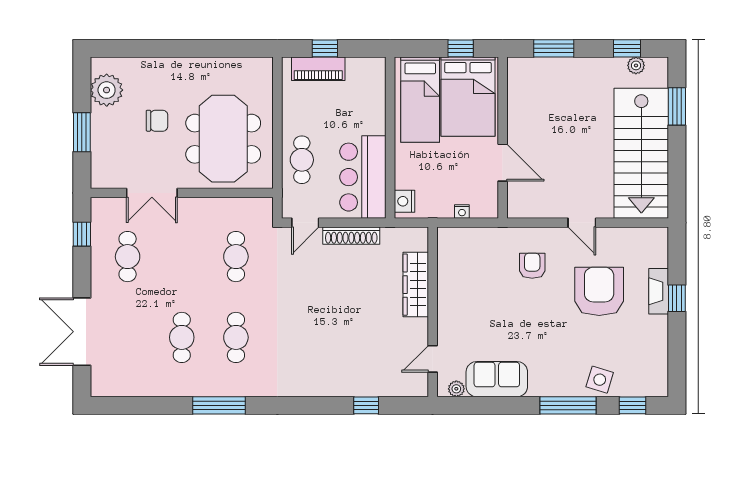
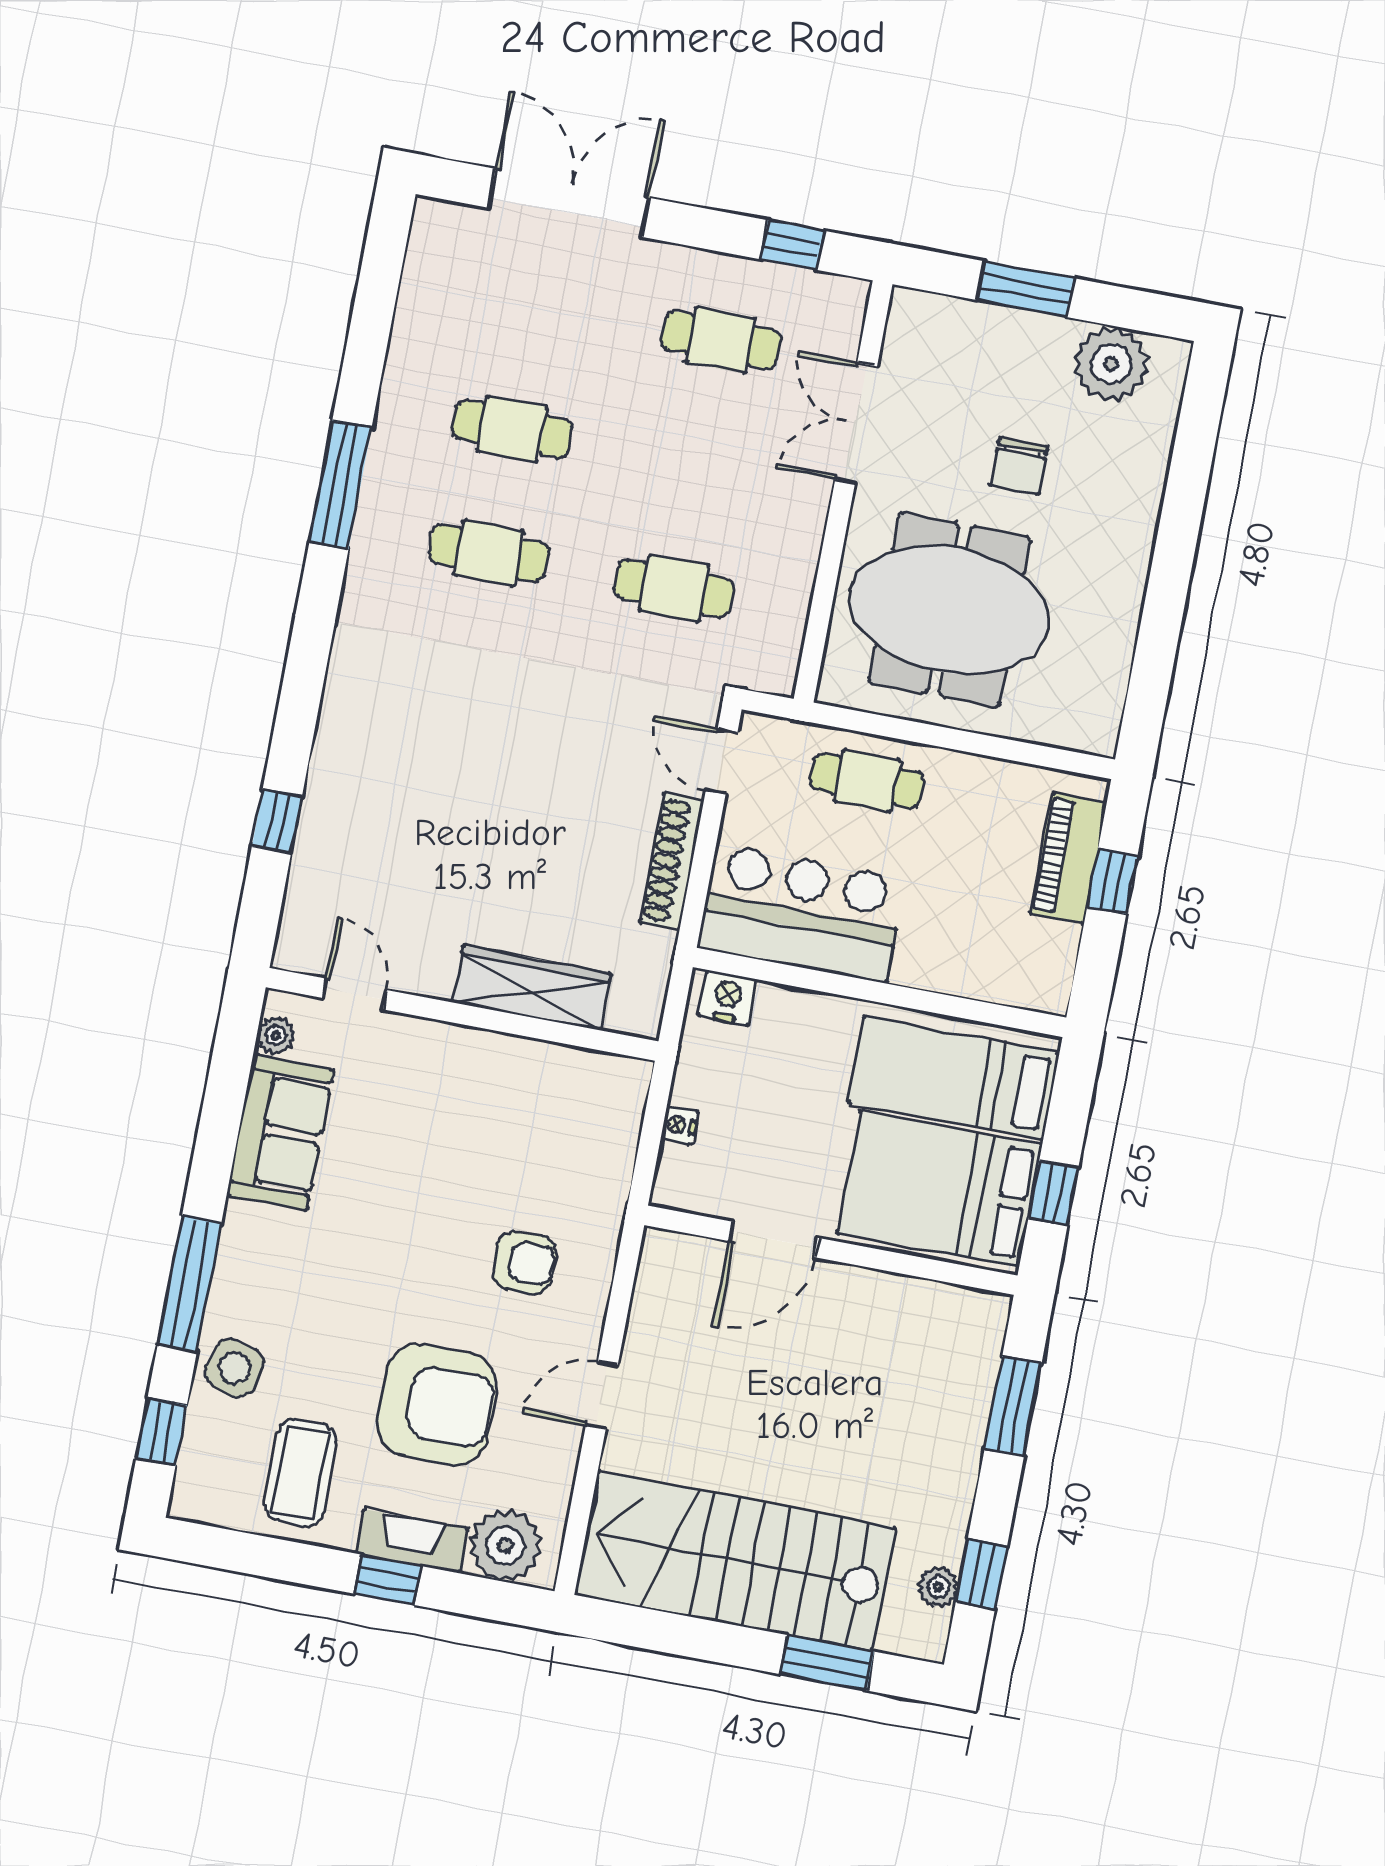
plant: (653, 251) -> (506, 1545), added
coffee table: (639, 343) -> (301, 1473), added

